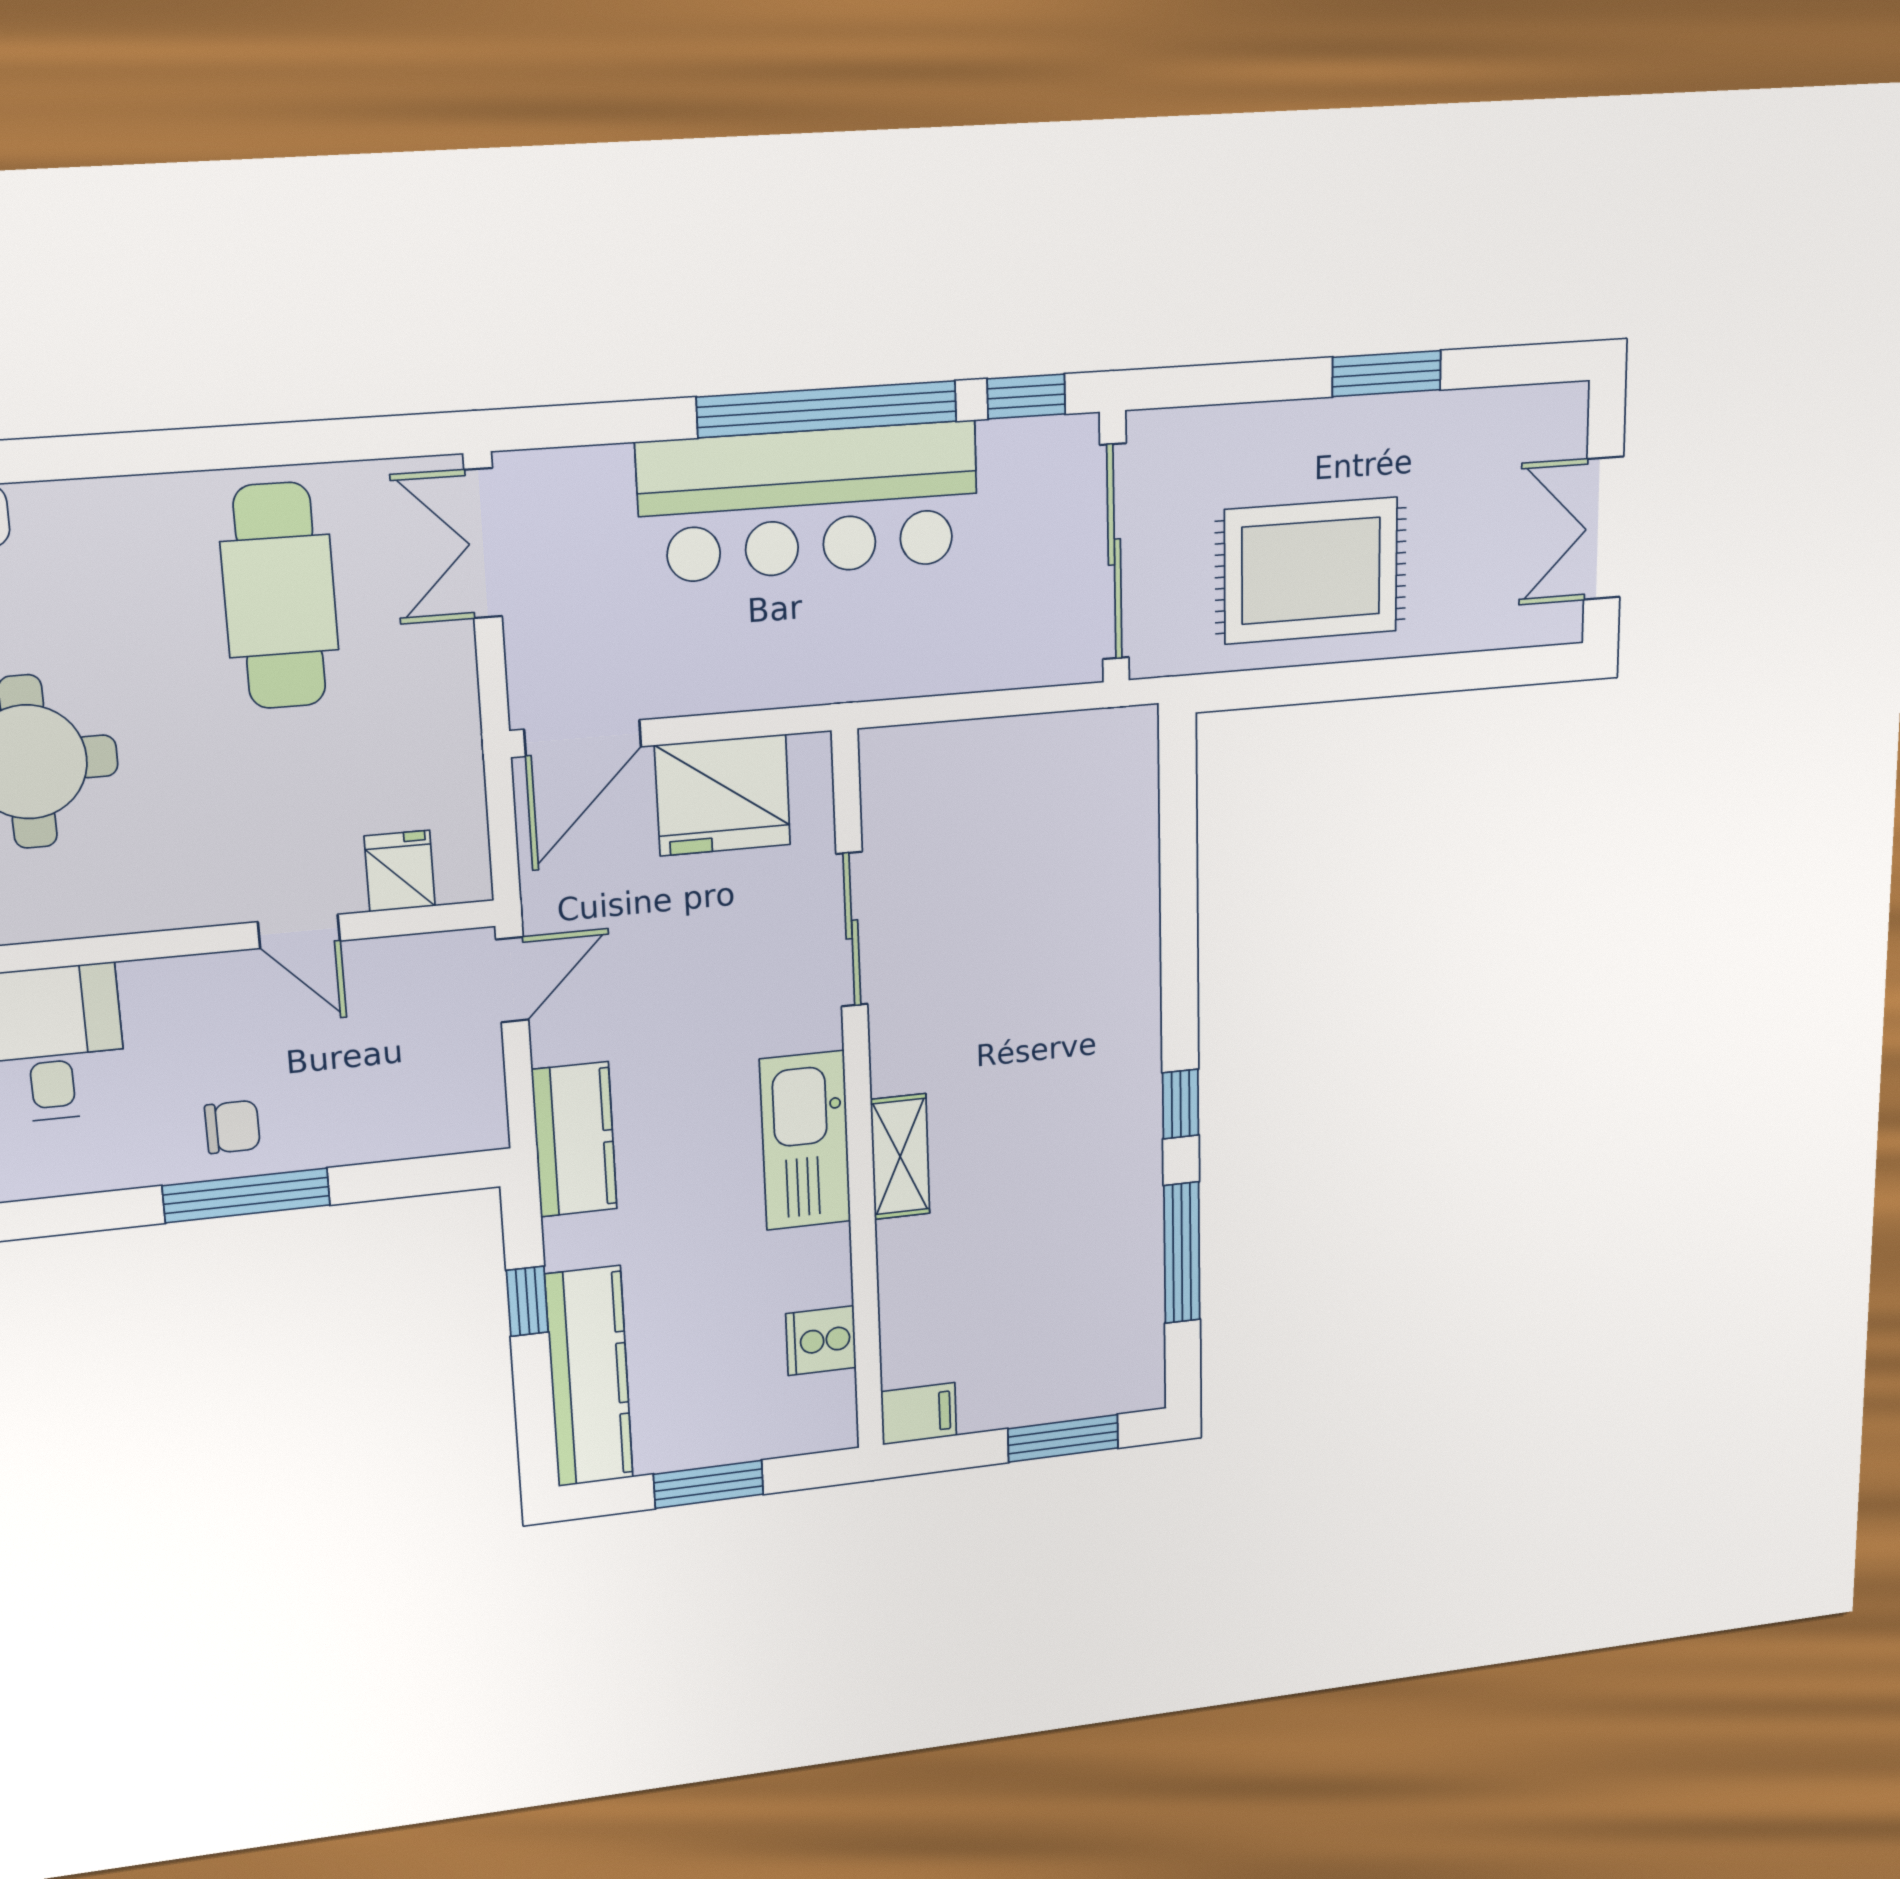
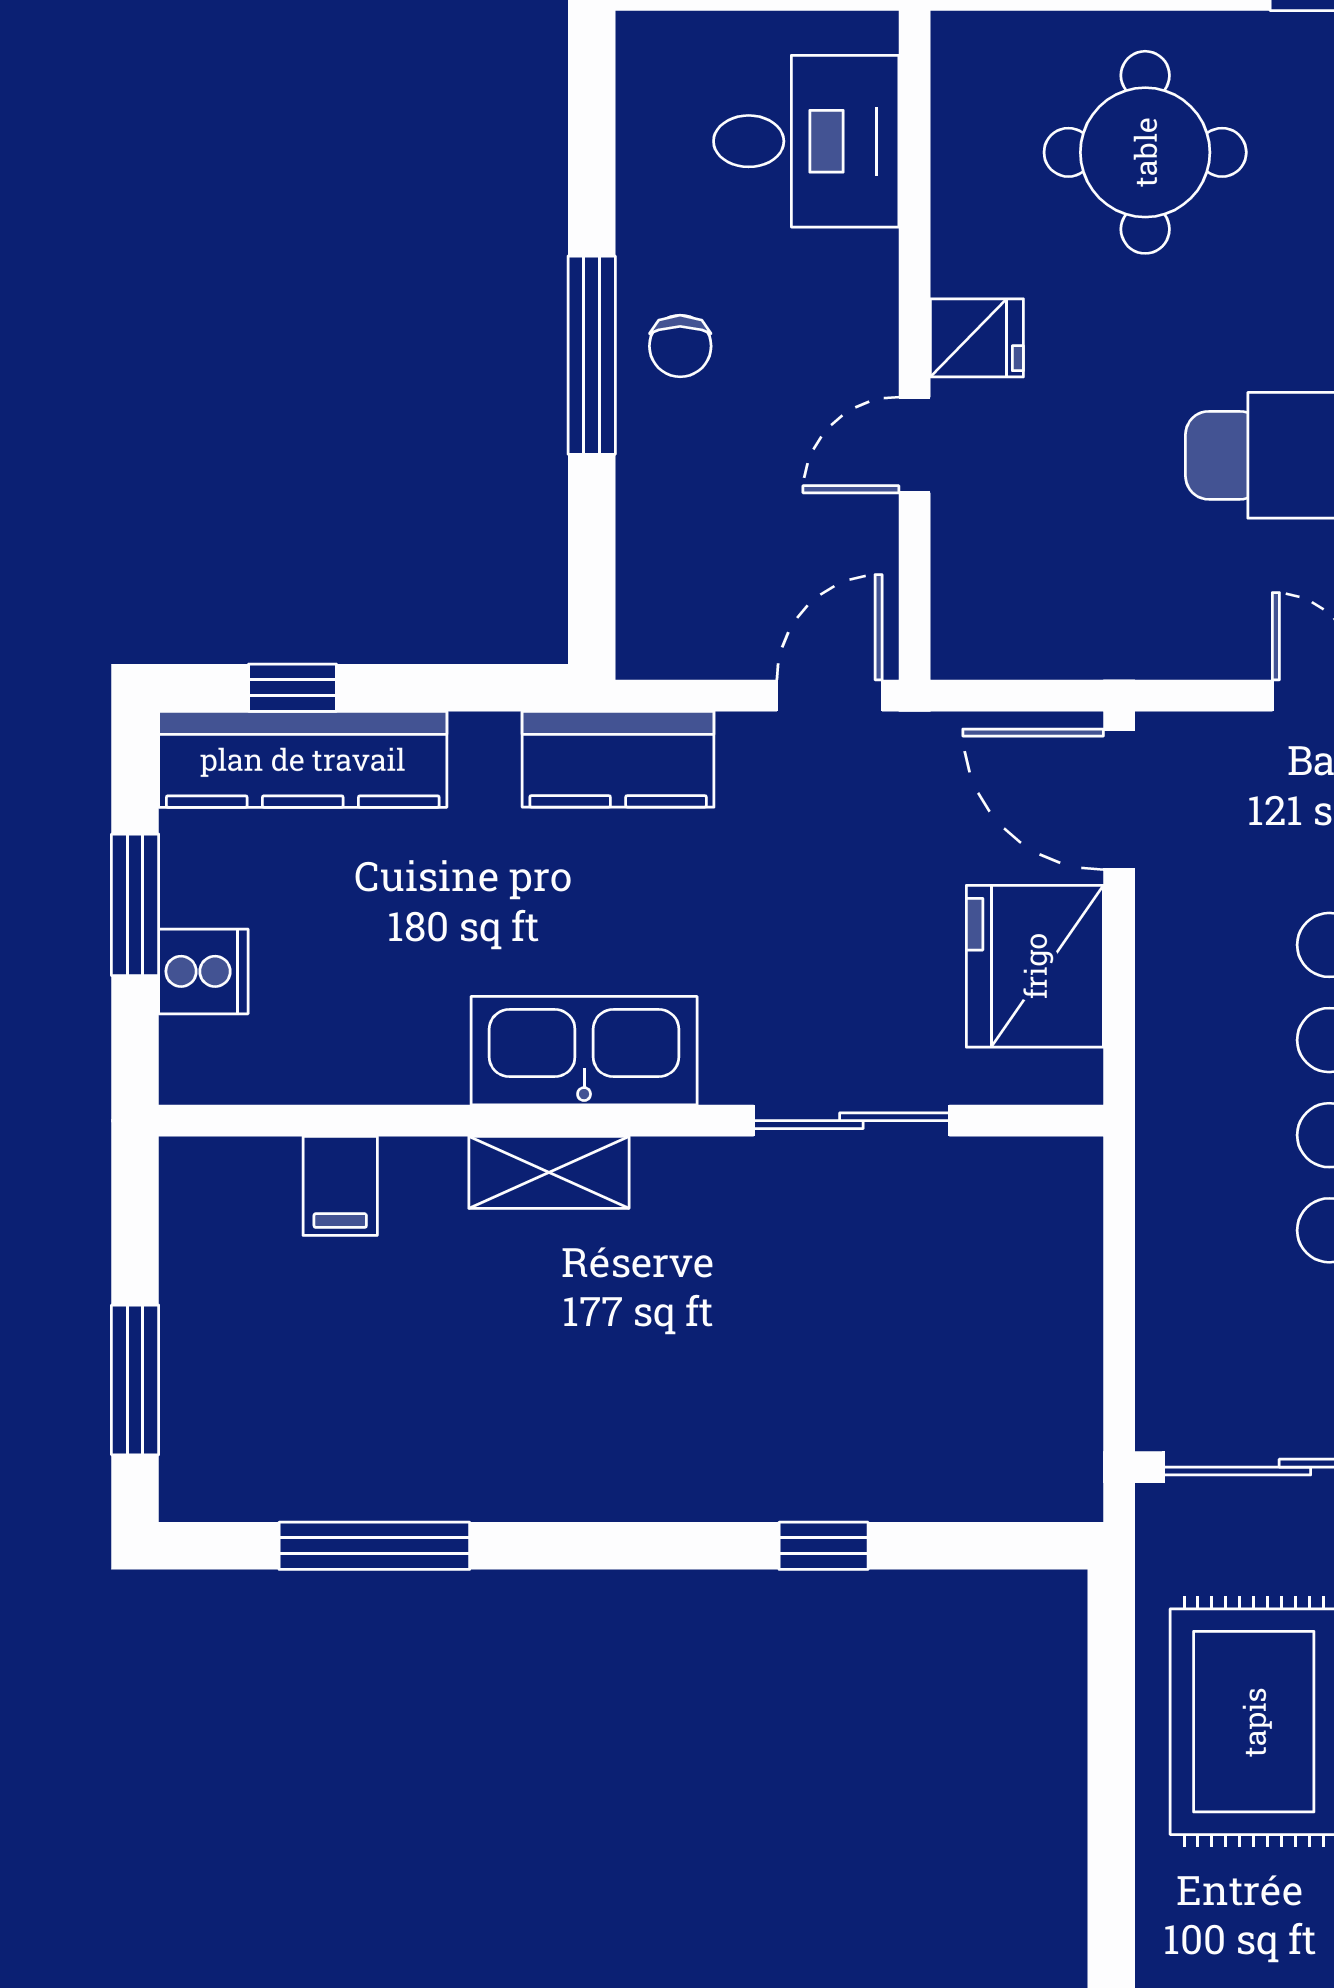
fridge: (400, 871) -> (977, 338), moved
door: (512, 980) -> (830, 696), swing flipped
window: (1181, 1104) -> (824, 1546), moved
window: (527, 1301) -> (292, 688), moved
cooker: (821, 1341) -> (203, 971), moved, turned 90
filing cabinet: (919, 1414) -> (340, 1186), moved

